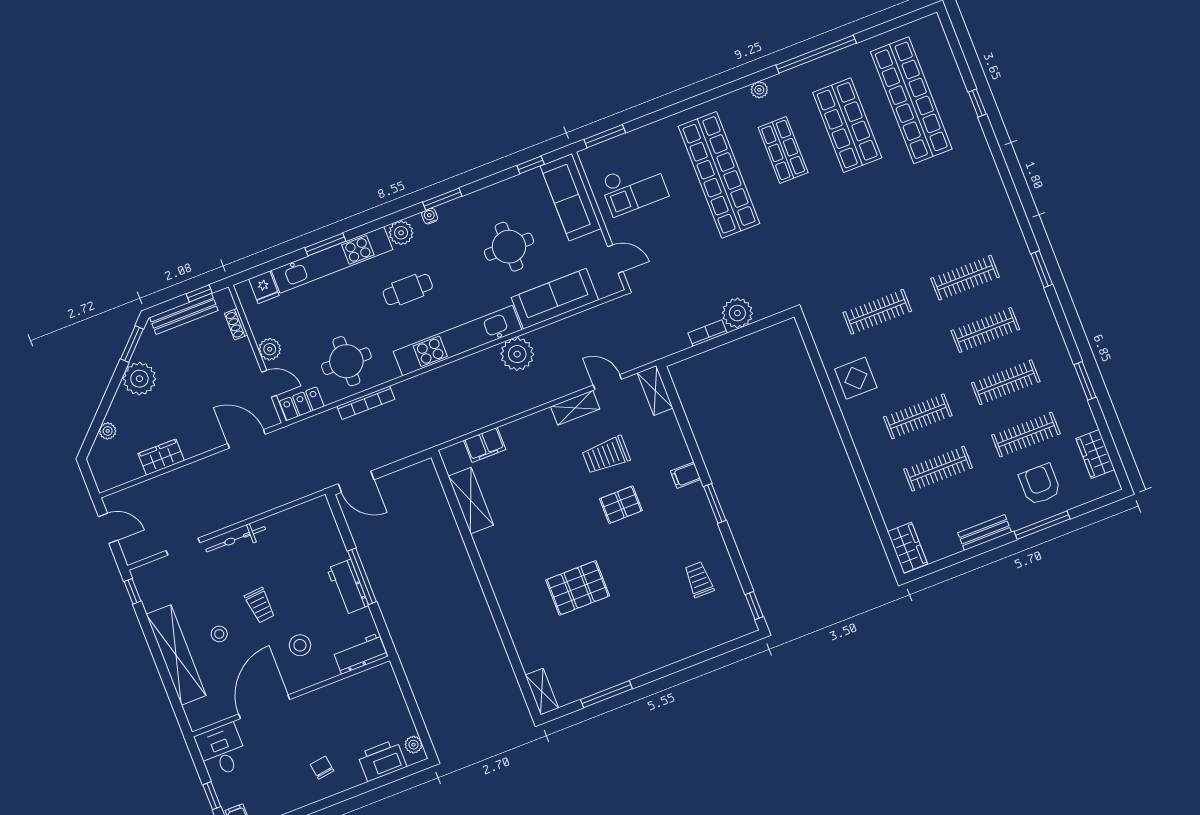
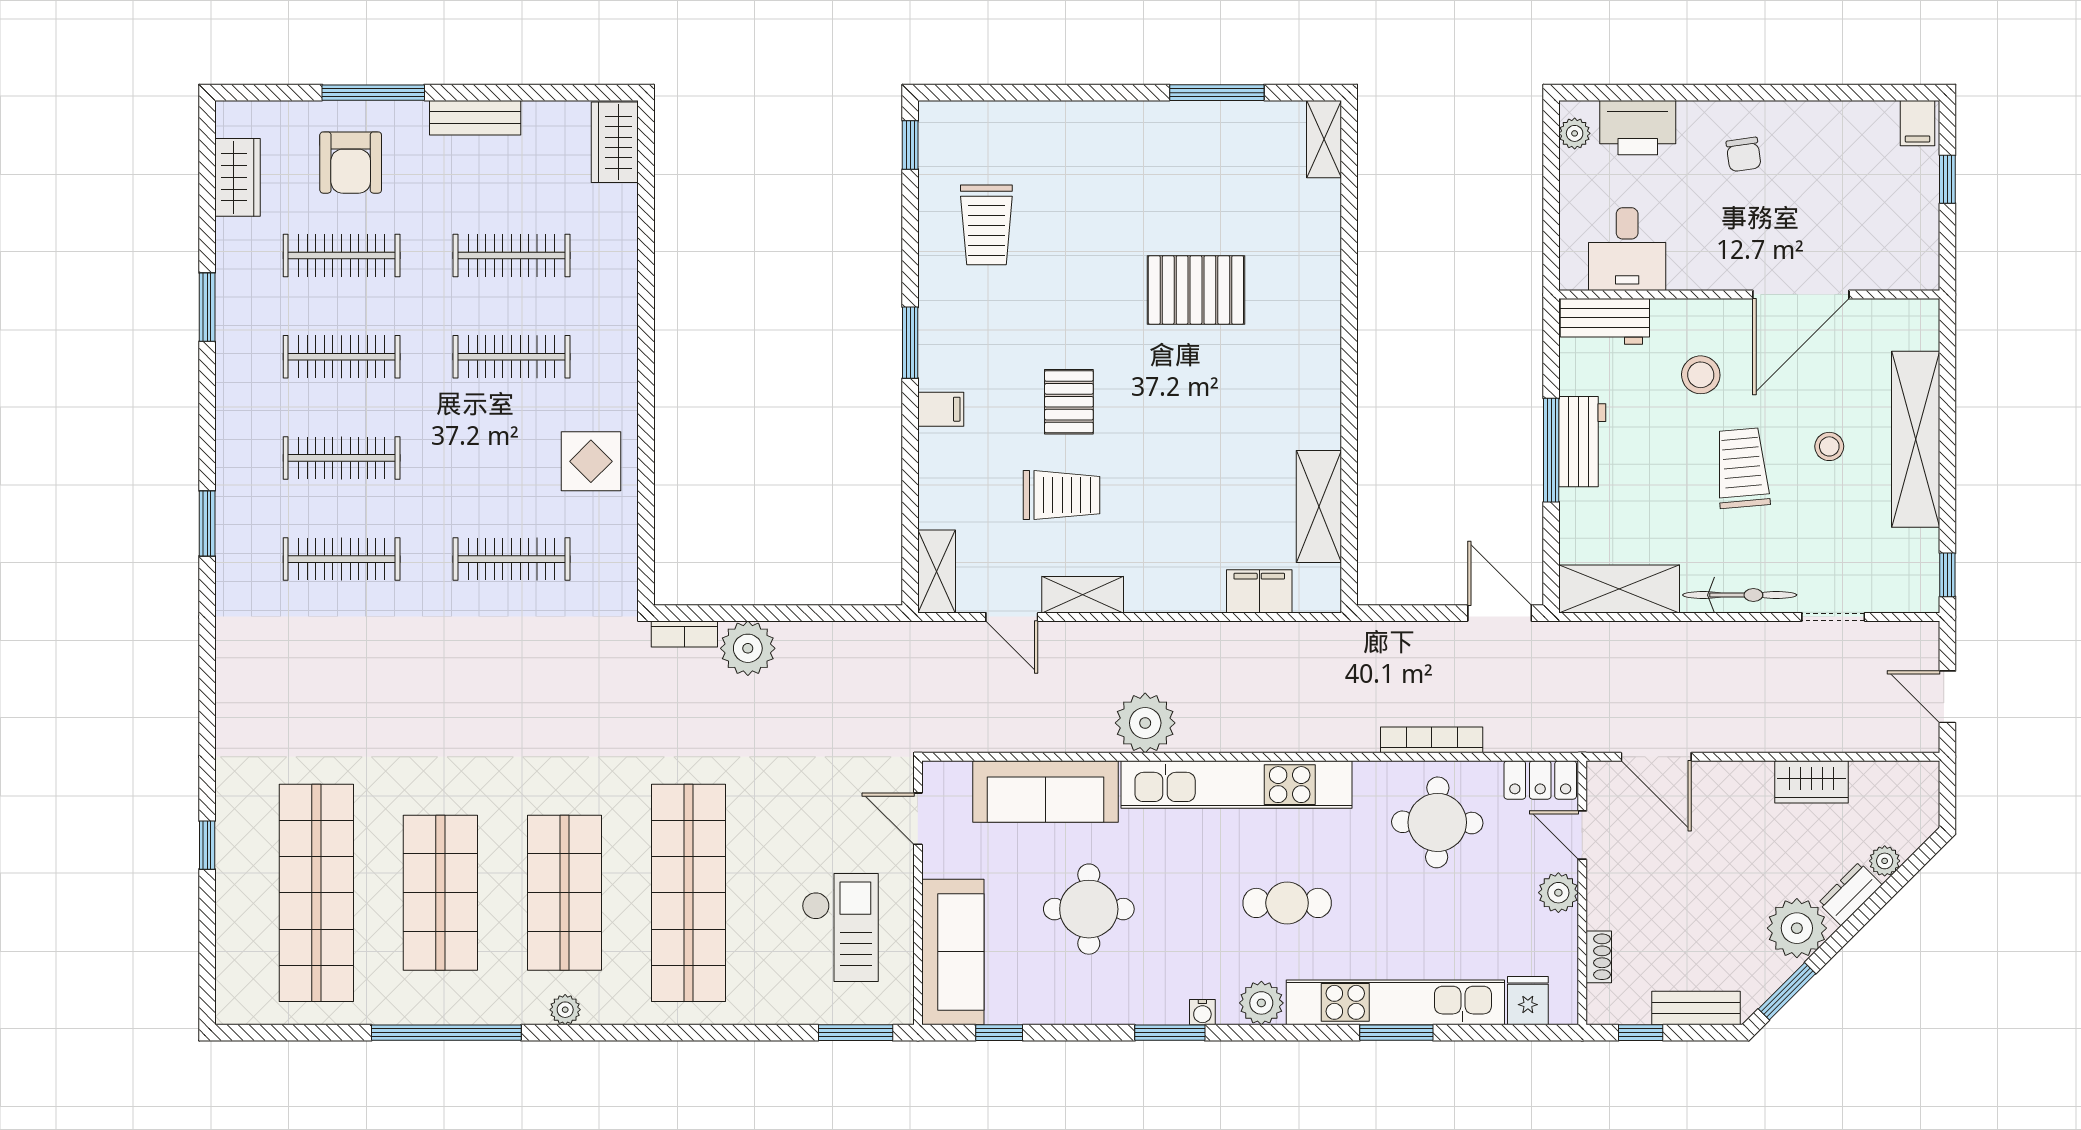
shop shelf: (783, 150) -> (564, 893), width x1.43, depth x1.36
checkout: (634, 187) -> (840, 927), turned 90
bench: (184, 314) -> (1696, 1008), width x0.73
bookcase: (707, 333) -> (684, 634), moved
dresser: (119, 407) -> (1850, 894), added
pallet: (621, 505) -> (1069, 402), turned 90
shelving: (299, 518) -> (1619, 589), added
trolley: (699, 580) -> (986, 225), width x1.36, depth x1.39
trolley: (260, 605) -> (1742, 468), width x1.36, depth x1.39
desk: (222, 750) -> (1627, 249), moved

